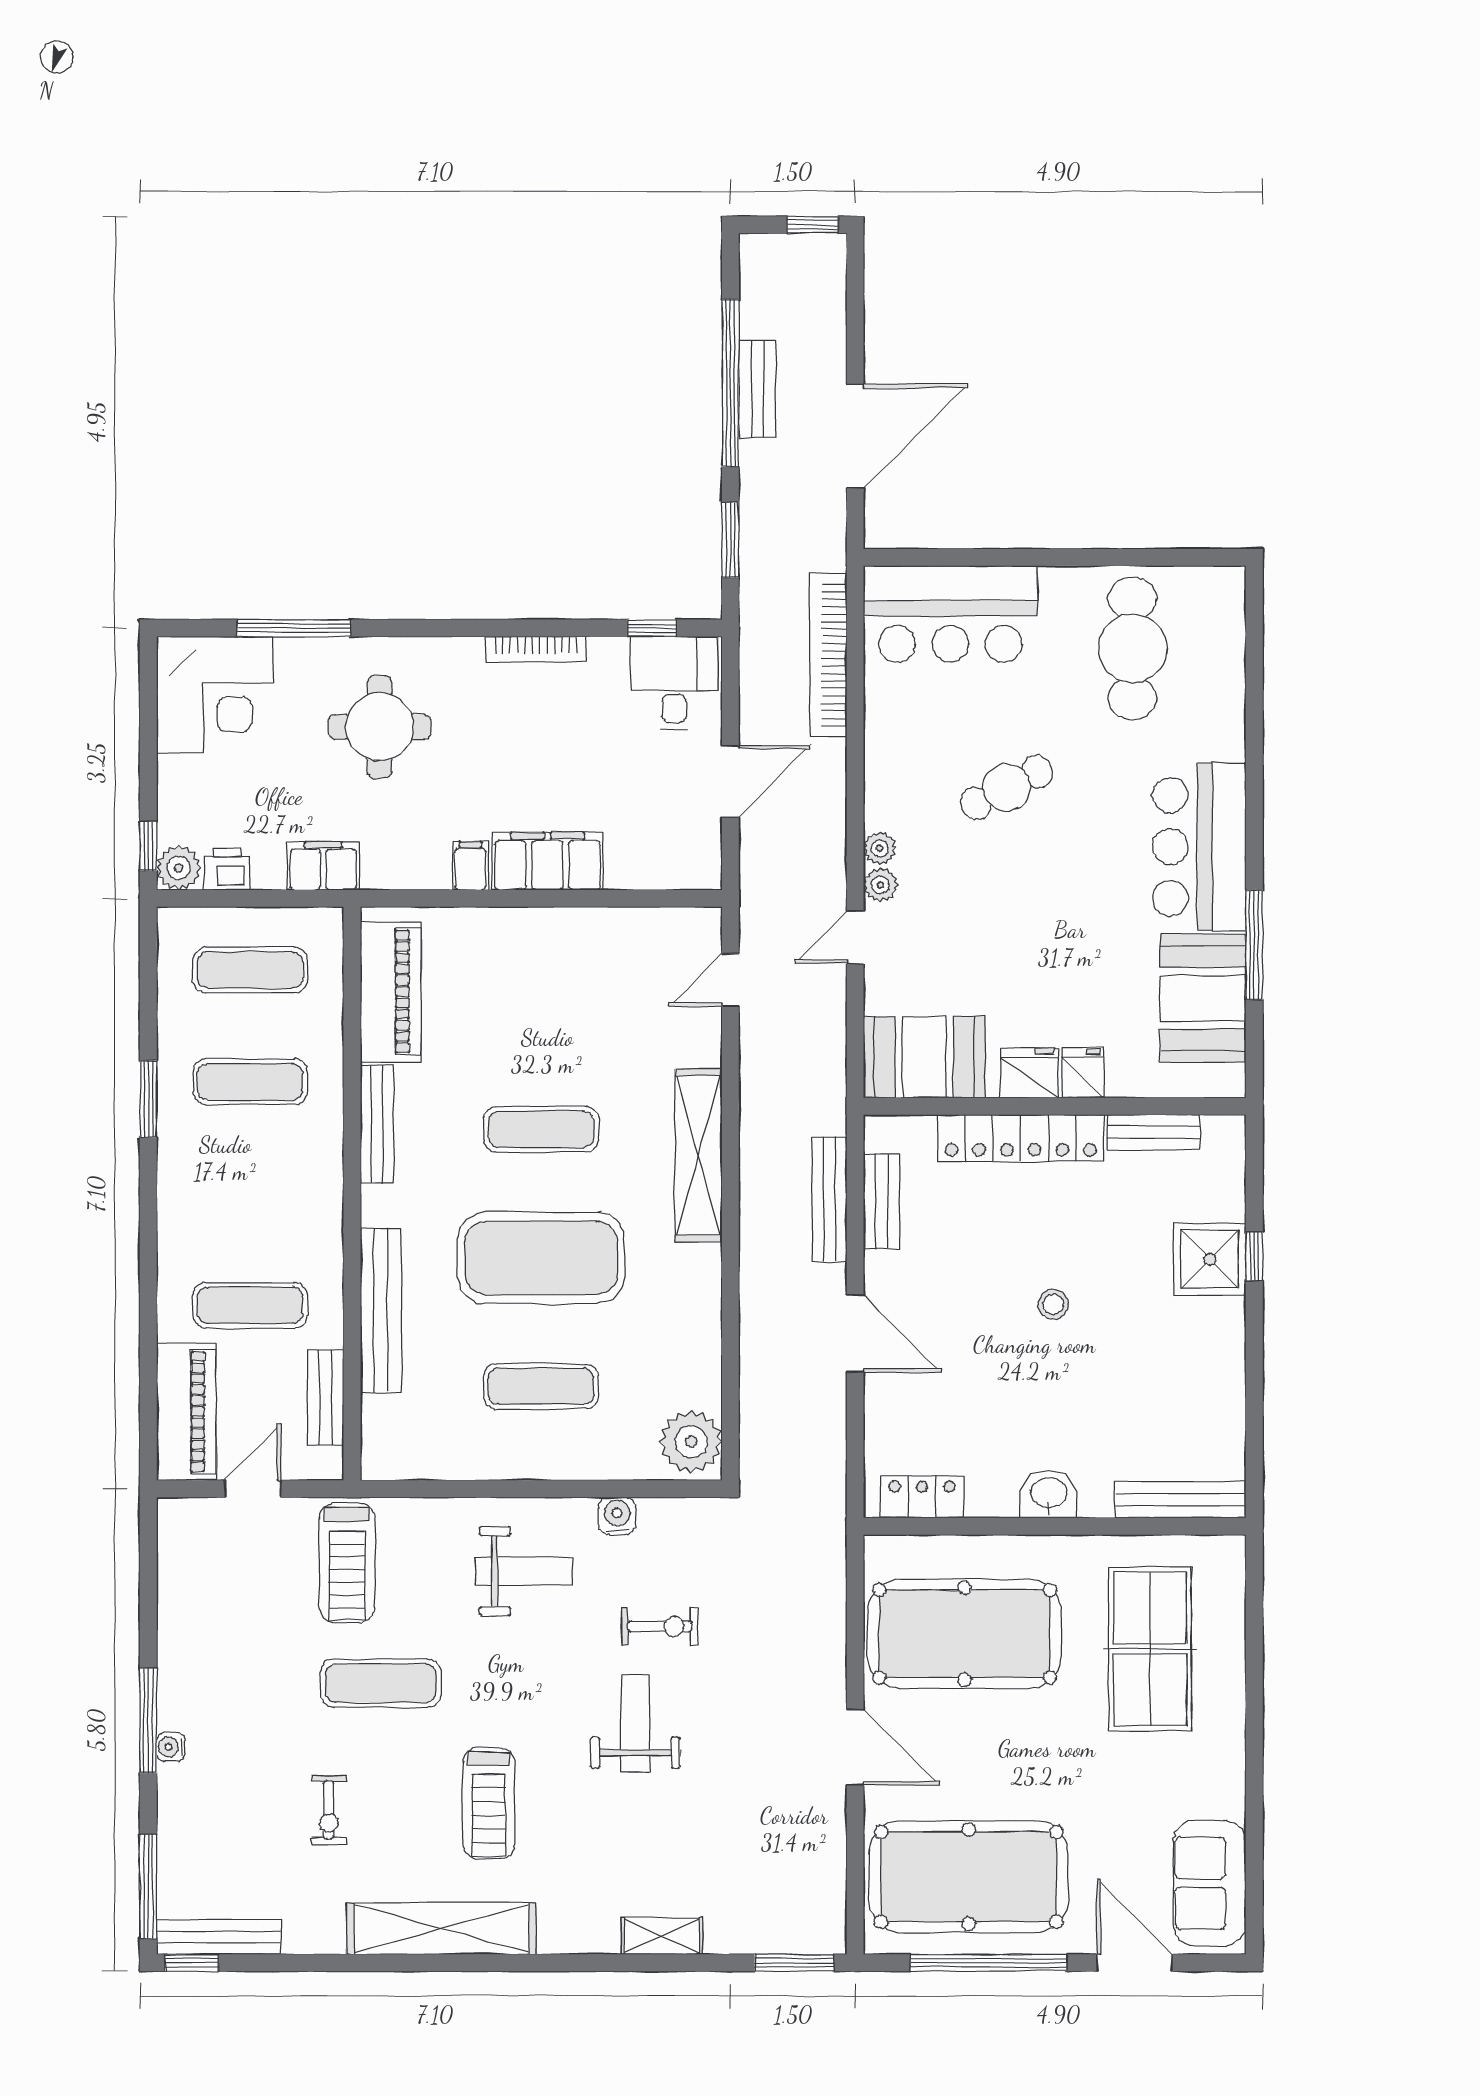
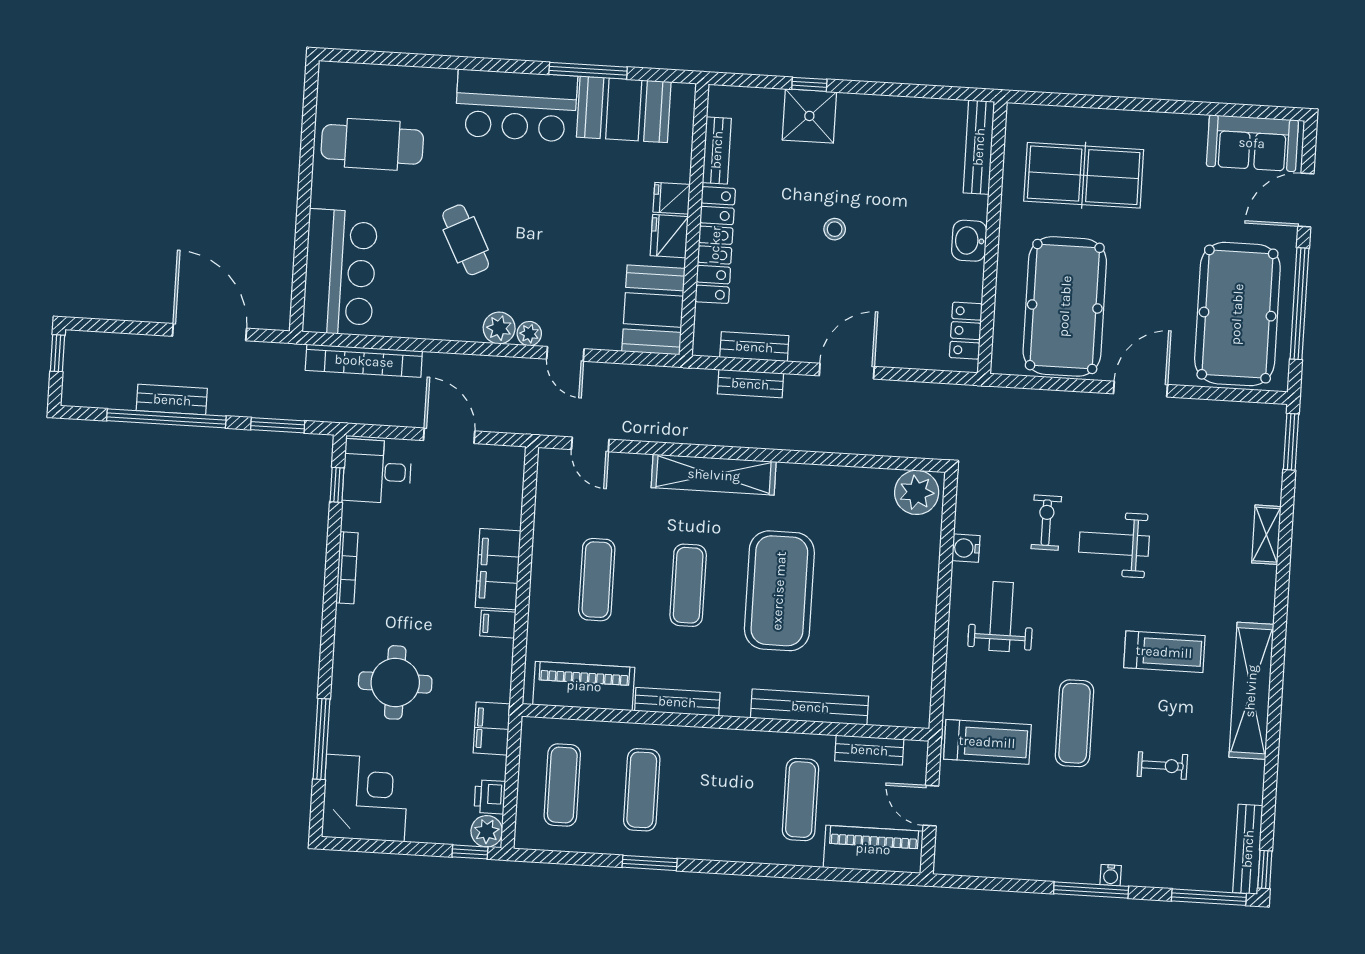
plant: (880, 848) -> (499, 328), width x1.38, depth x1.38
bench: (829, 1199) -> (750, 384), width x0.73
exercise mat: (541, 1386) -> (597, 580), moved

